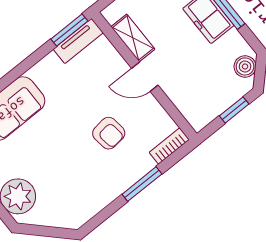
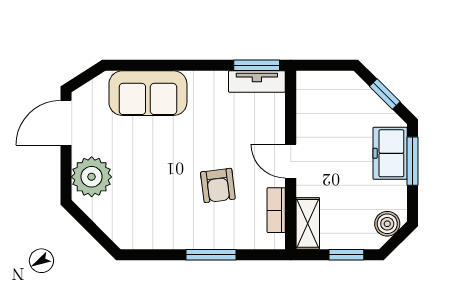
shelving: (133, 38) -> (308, 223), moved
bookcase: (169, 146) -> (276, 210), moved, turned -90

